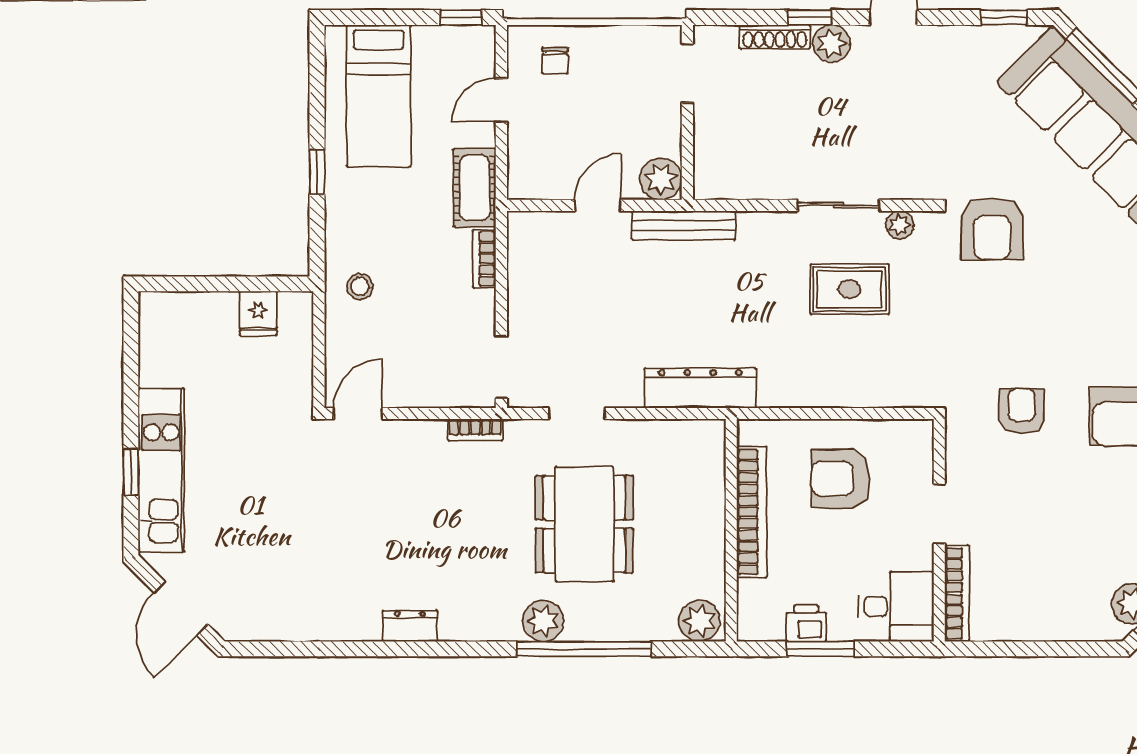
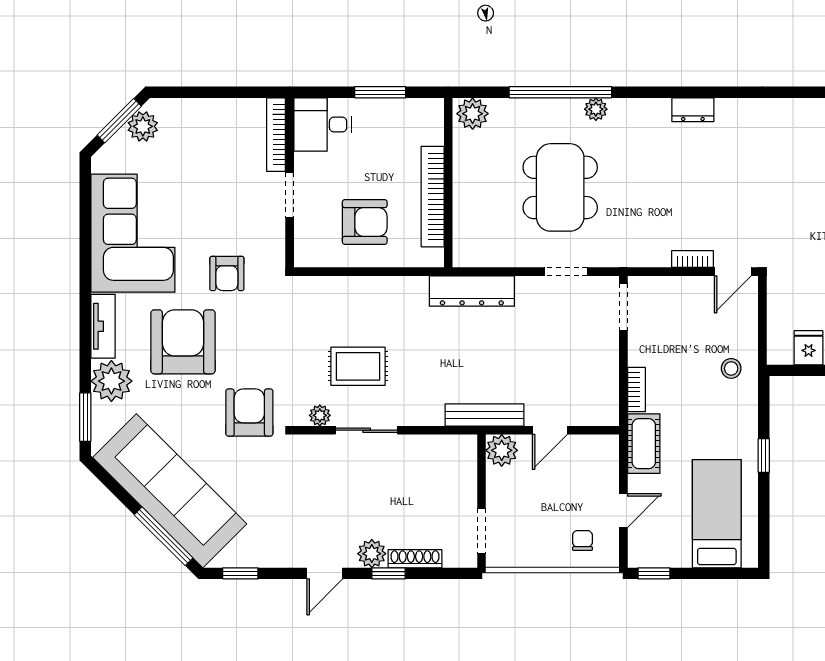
armchair: (1079, 321) -> (183, 342), added
bookcase: (475, 430) -> (693, 259), moved
plant: (543, 621) -> (596, 109), width x0.73, depth x0.73
printer: (806, 623) -> (391, 112), removed

